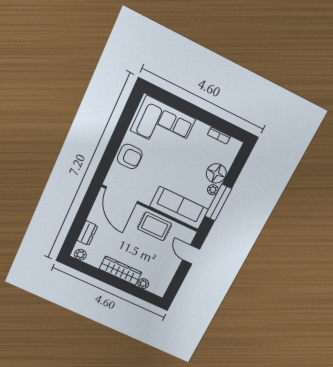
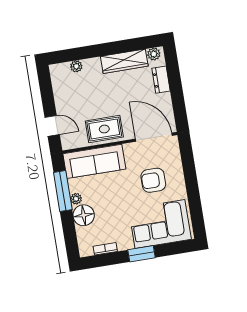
window: (194, 111) -> (142, 254), added
armchair: (130, 156) -> (153, 180), moved
wardrobe: (120, 271) -> (124, 61), moved

